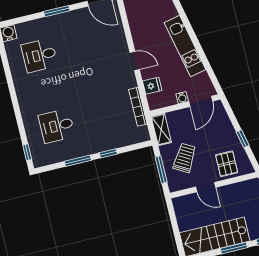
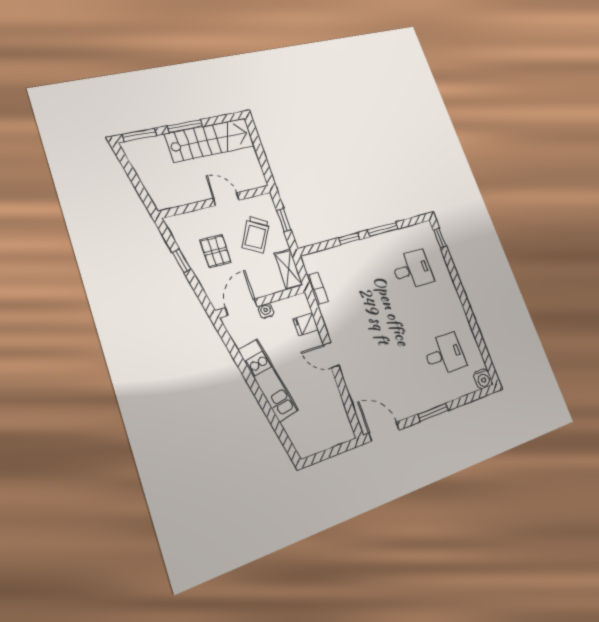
bookcase: (138, 107) -> (318, 288), width x0.64
pallet: (227, 164) -> (216, 251), moved
window: (161, 170) -> (284, 220), width x0.67

